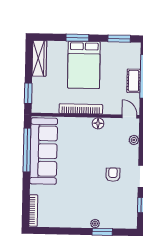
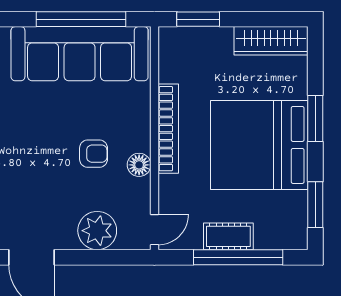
bed: (84, 65) -> (259, 145), width x1.36
plant: (134, 140) -> (97, 231), width x1.88, depth x1.88
armchair: (113, 175) -> (94, 154), moved

